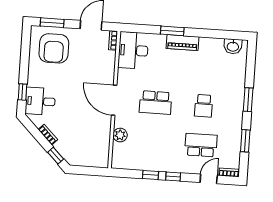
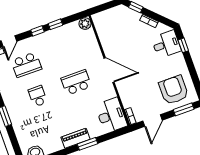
plant: (120, 135) -> (85, 24), moved

